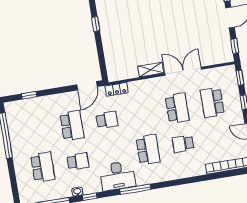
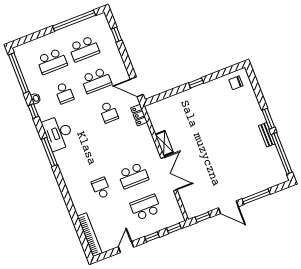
school desk: (148, 150) -> (84, 49), moved

